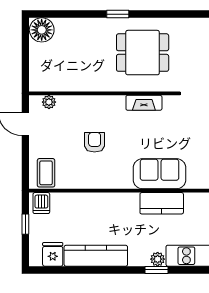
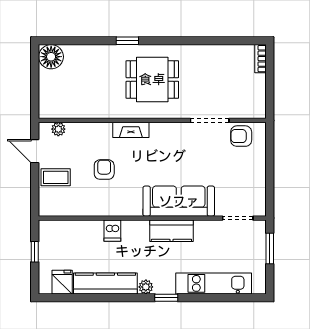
fireplace: (144, 103) -> (131, 130), moved
coffee table: (46, 173) -> (56, 177), moved, turned 90
sofa: (160, 174) -> (179, 201), width x1.36
dishwasher: (41, 203) -> (112, 231), moved
plant: (158, 259) -> (146, 287), moved

